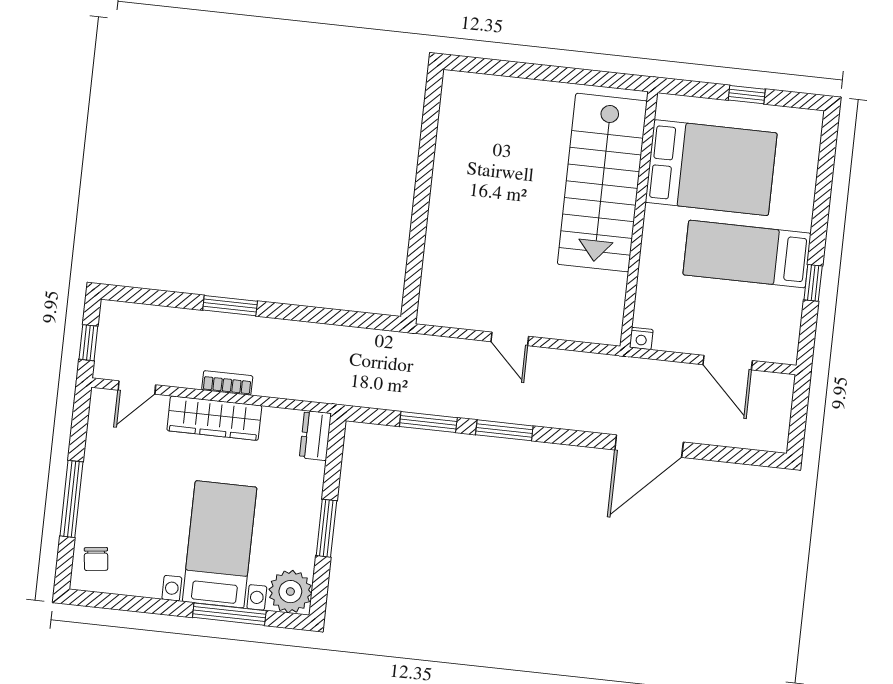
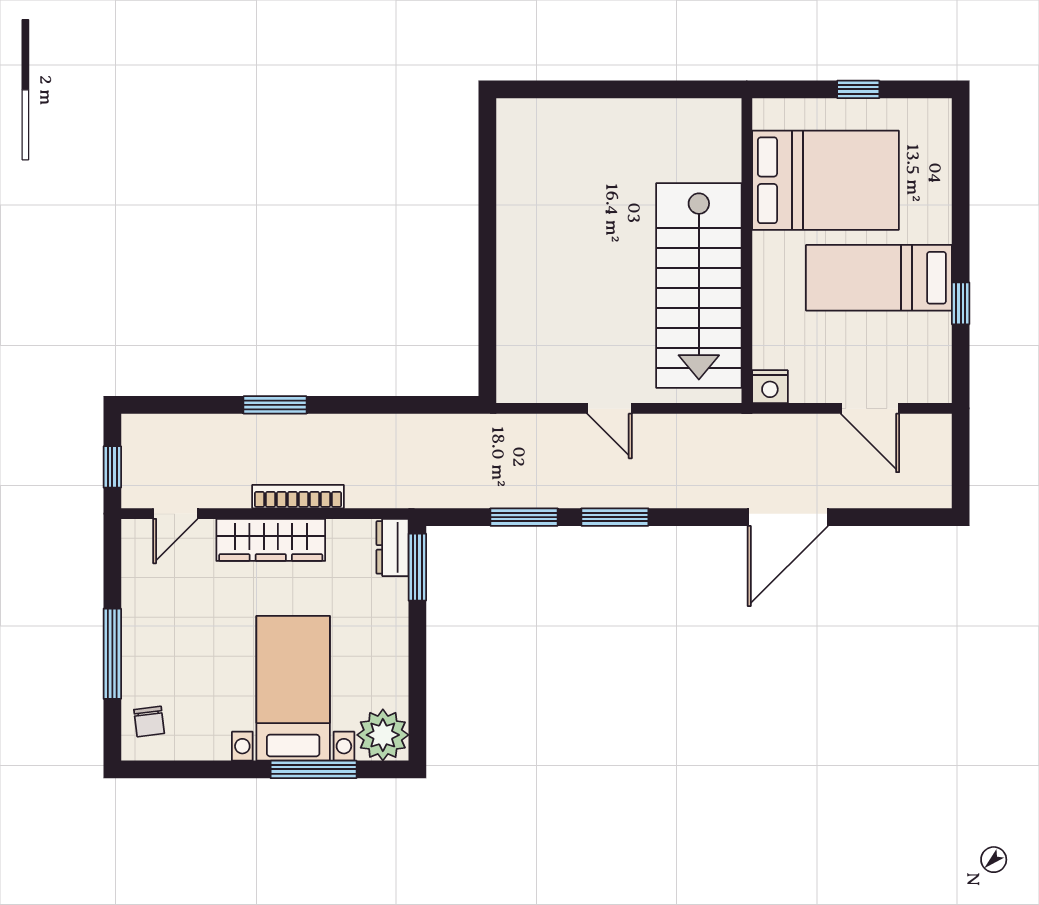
stairs: (602, 183) -> (699, 286), moved
nightstand: (641, 338) -> (770, 387), width x1.39, depth x1.35
bookcase: (227, 383) -> (298, 497), width x1.56
window: (326, 528) -> (417, 567), moved

